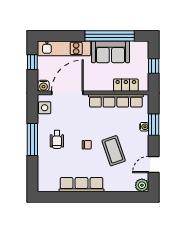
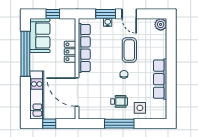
sofa: (110, 52) -> (40, 36), moved
locker: (126, 85) -> (70, 52), moved
water cooler: (43, 86) -> (71, 114), removed
side table: (45, 108) -> (140, 108), moved
coffee table: (114, 151) -> (129, 50), turned -71
door: (154, 165) -> (129, 14), moved

